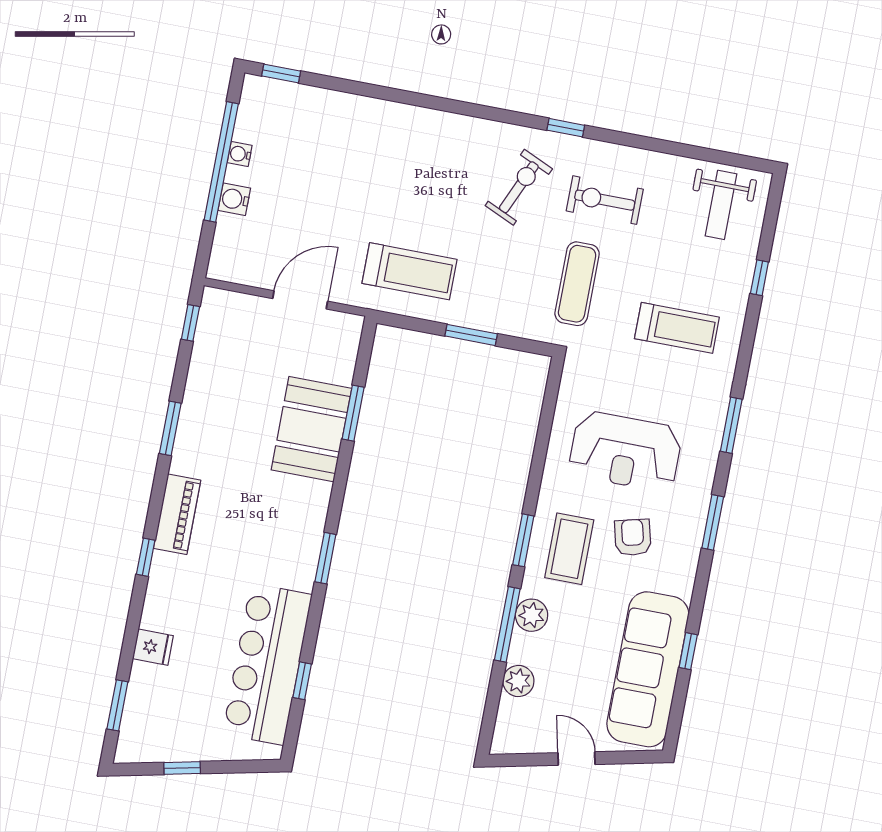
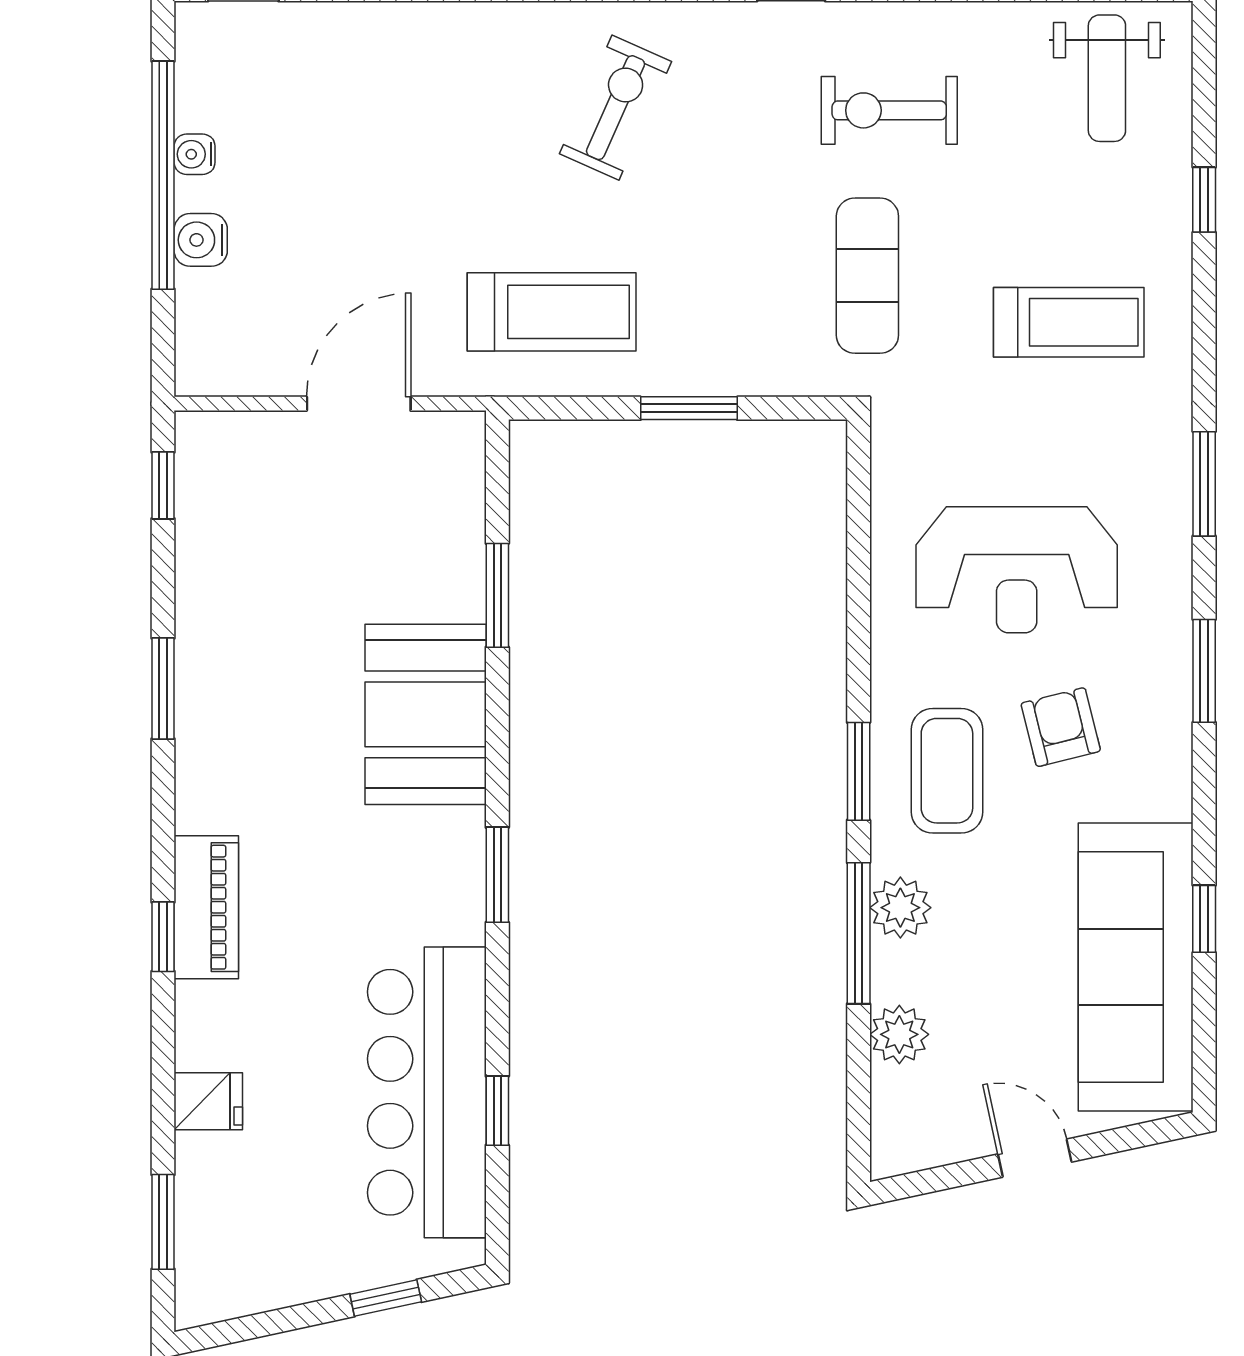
exercise bike: (519, 187) -> (616, 108), moved
booth: (311, 429) -> (426, 714), moved
piano: (177, 514) -> (206, 907), moved
window: (182, 768) -> (386, 1298), moved

